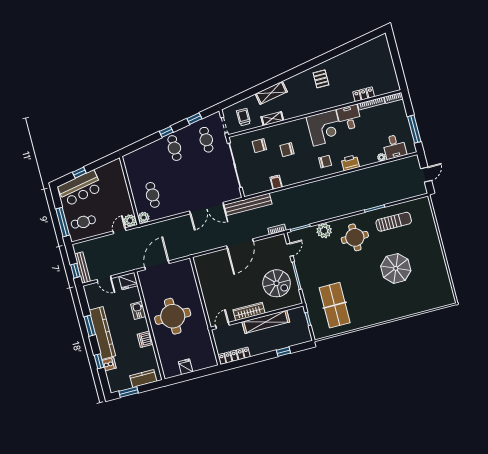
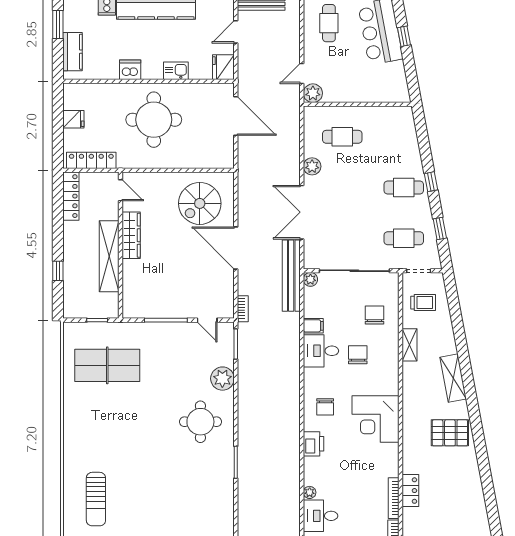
pallet: (321, 79) -> (450, 433), width x1.50, depth x1.42
shelving: (271, 93) -> (453, 378), moved
desk: (349, 117) -> (321, 351), moved, turned 180
plant: (247, 192) -> (310, 279), added
plant: (144, 218) -> (312, 166), moved
sun lounger: (394, 222) -> (96, 499), moved
door: (119, 231) -> (302, 73), swing flipped
parasol: (396, 268) -> (138, 471), removed
spiral stairs: (277, 283) -> (200, 203), moved
locker: (209, 349) -> (91, 160), added

